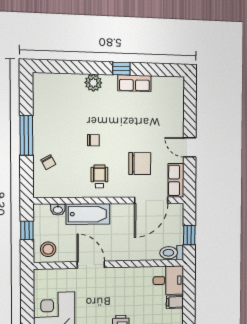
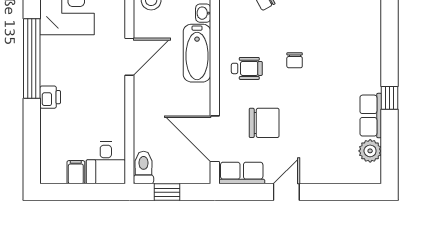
plant: (93, 83) -> (370, 151), moved
chair: (140, 164) -> (264, 123), turned -90

